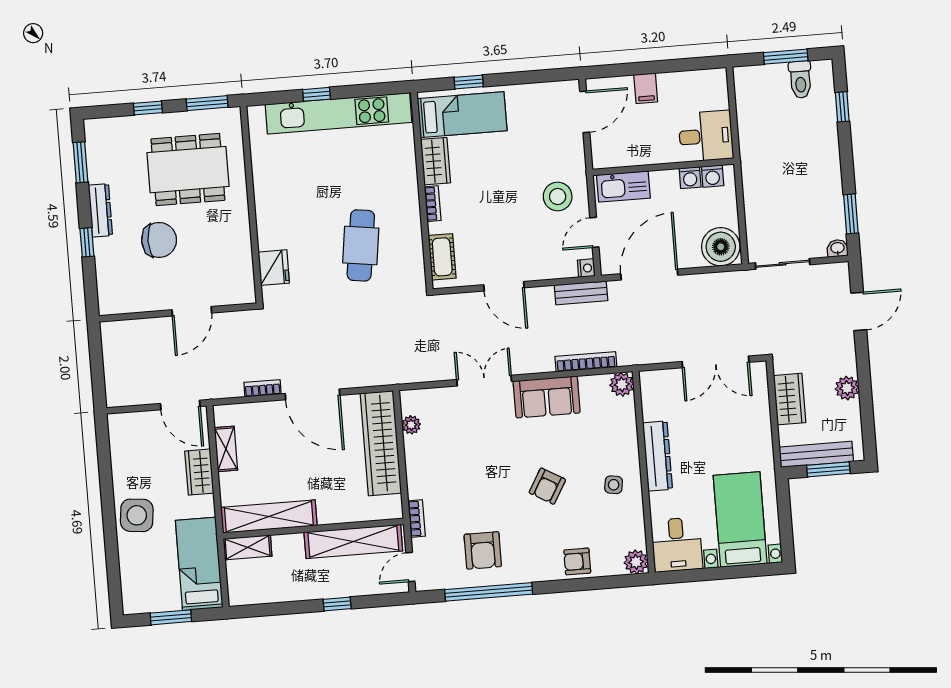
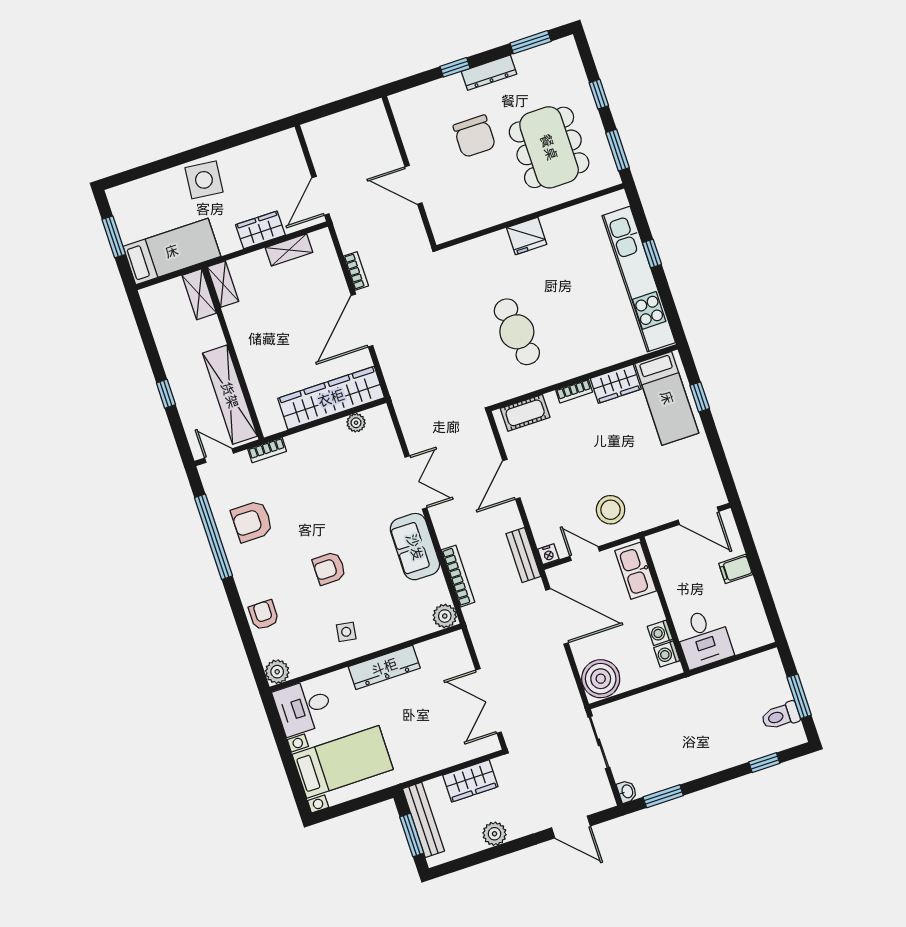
cafe table: (361, 245) -> (517, 332), turned 74
fridge: (274, 268) -> (527, 236), moved
armchair: (547, 486) -> (329, 568), turned -30
shelving: (269, 517) -> (223, 284), width x0.45, depth x0.75

